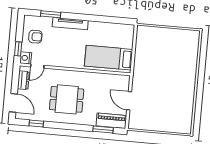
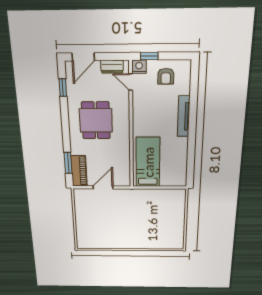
window: (51, 14) -> (194, 92), removed

